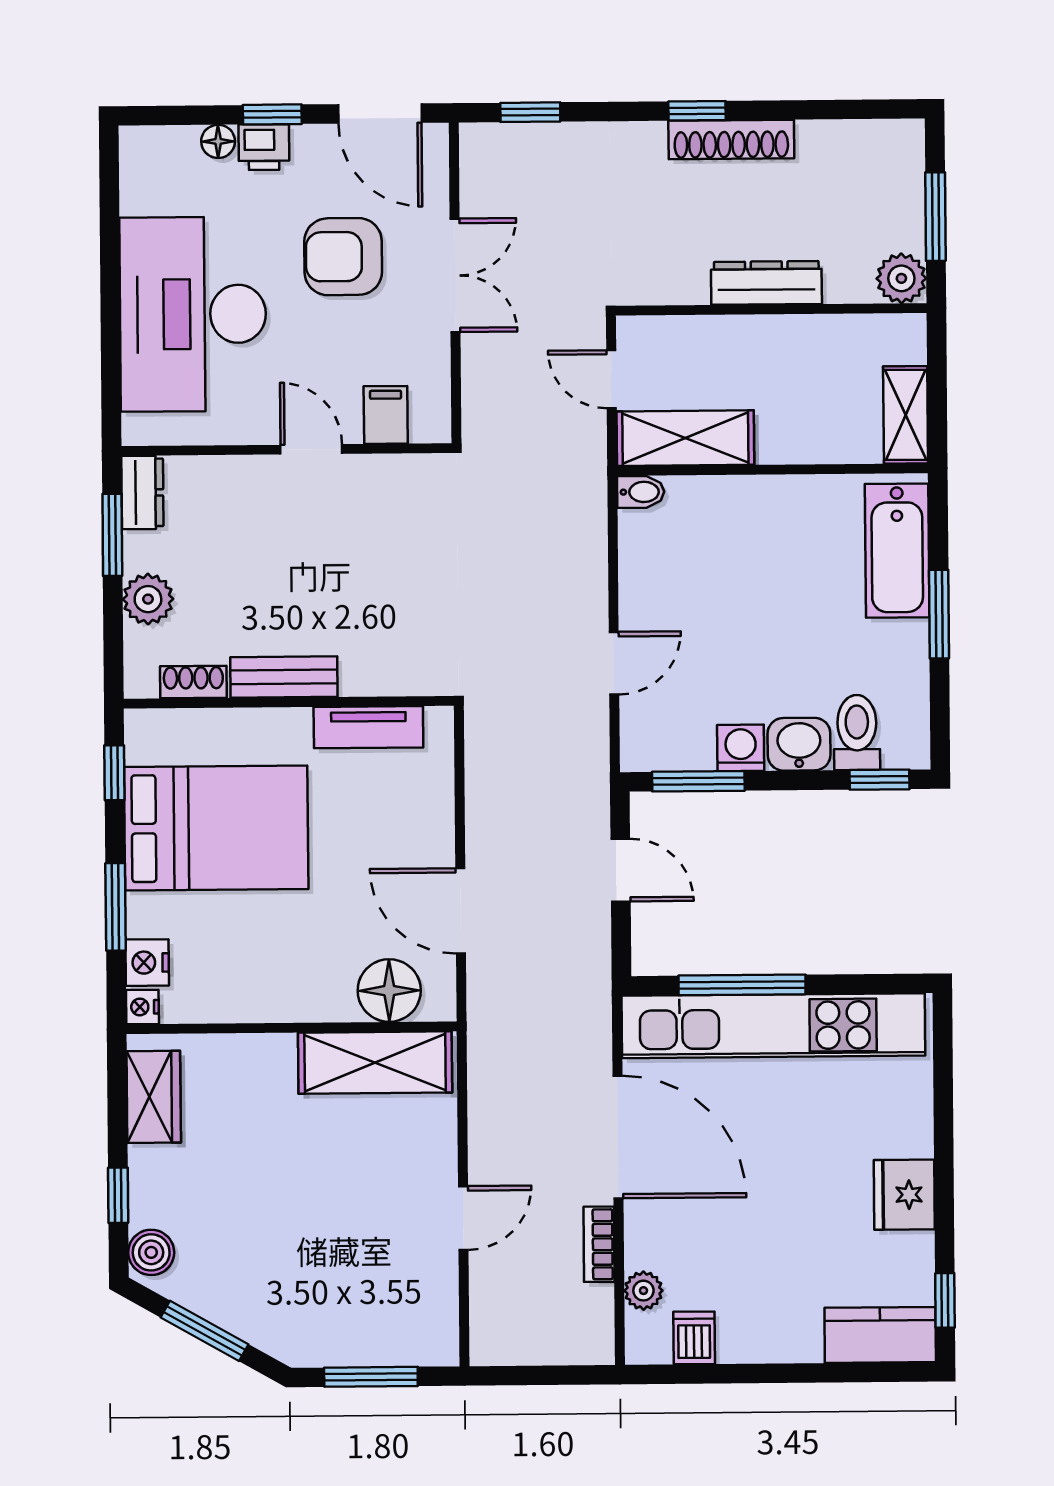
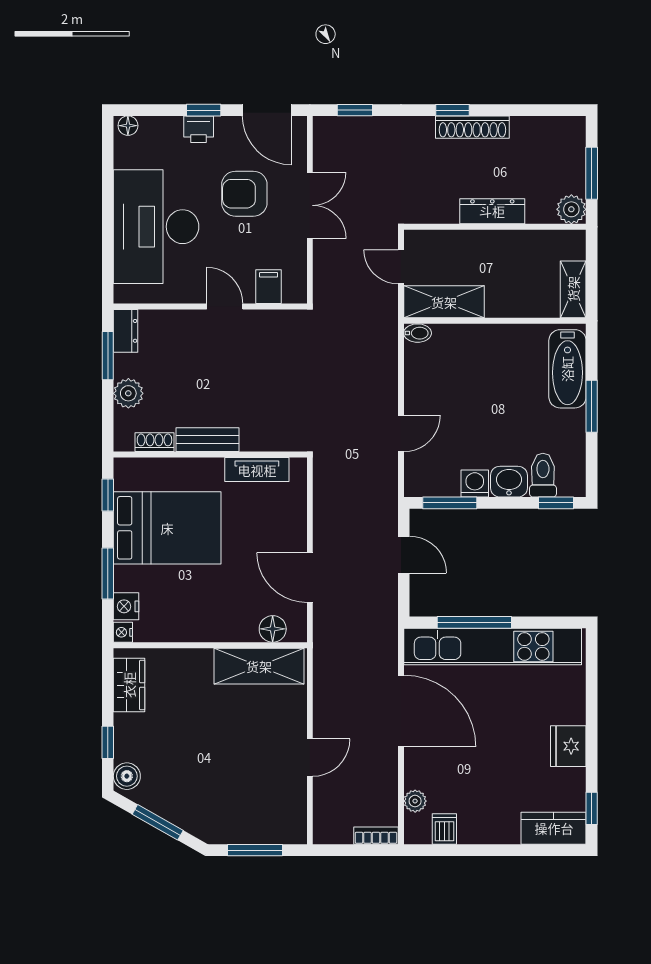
floor lamp: (218, 141) -> (128, 126), moved
floor lamp: (389, 991) -> (273, 629), width x0.73, depth x0.73
bookcase: (599, 1244) -> (376, 836), moved, turned 90

